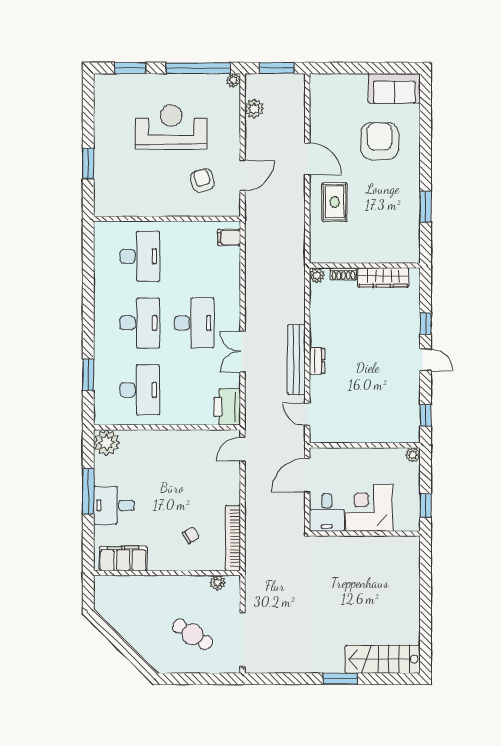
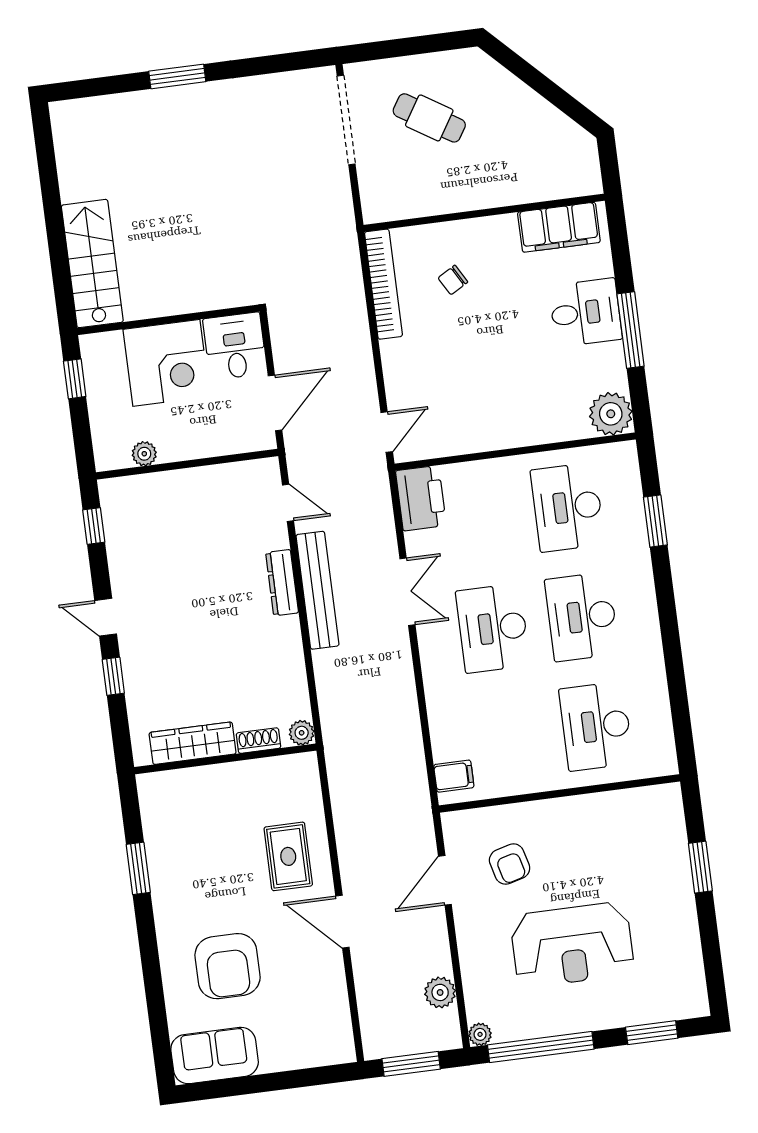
dresser: (317, 361) -> (282, 583), width x1.44
plant: (413, 455) -> (144, 454), moved
plant: (218, 583) -> (399, 208), removed
stairs: (383, 659) -> (92, 264), moved, turned -90

